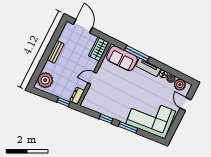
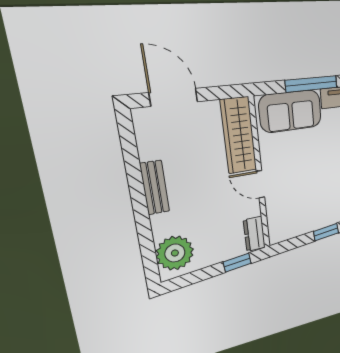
wardrobe: (99, 49) -> (239, 135), width x1.50
door: (92, 78) -> (260, 184), hinge flipped

